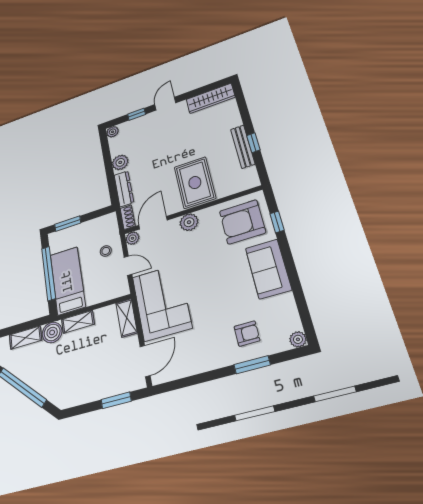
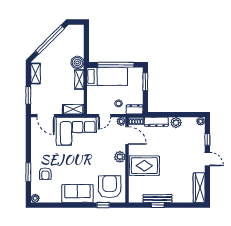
dresser: (111, 225) -> (135, 109), added
shelving: (25, 338) -> (36, 73), moved

